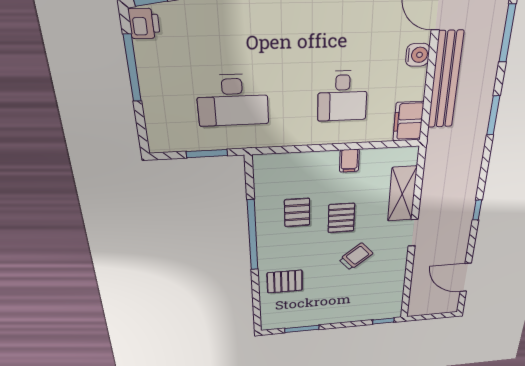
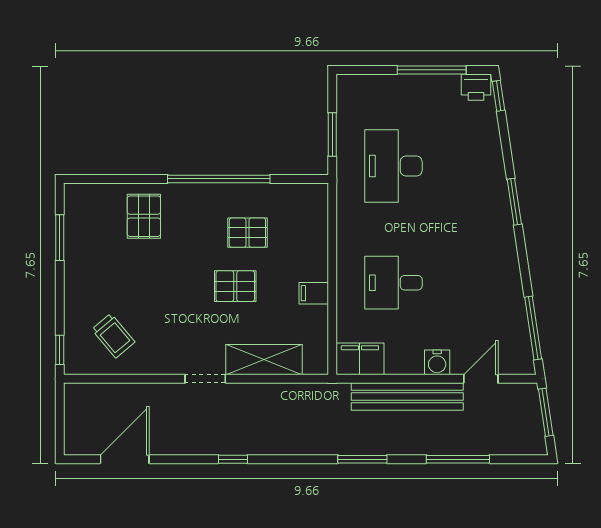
trolley: (356, 256) -> (113, 336), moved

